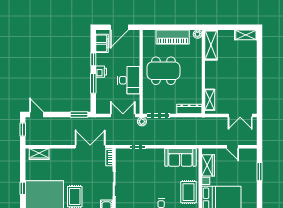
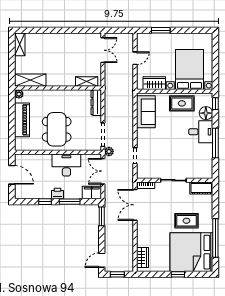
filing cabinet: (102, 43) -> (92, 193), moved

